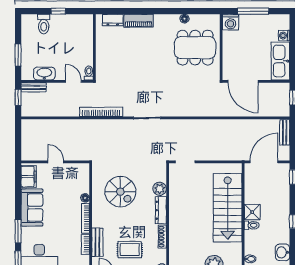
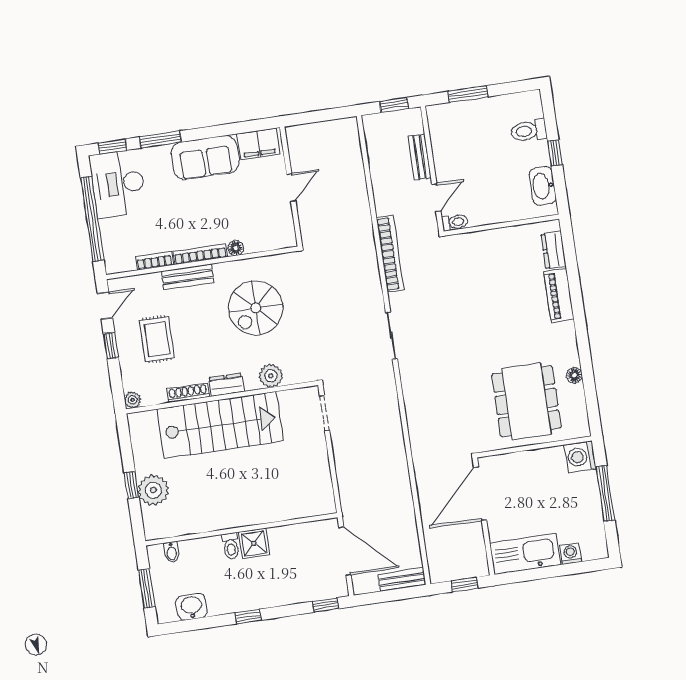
washbasin: (44, 74) -> (543, 186), moved, turned 180
bench: (34, 87) -> (420, 157), moved
stairs: (228, 208) -> (220, 425), moved, turned 180
dresser: (161, 210) -> (226, 385), width x0.70
bench: (97, 242) -> (188, 277), moved

